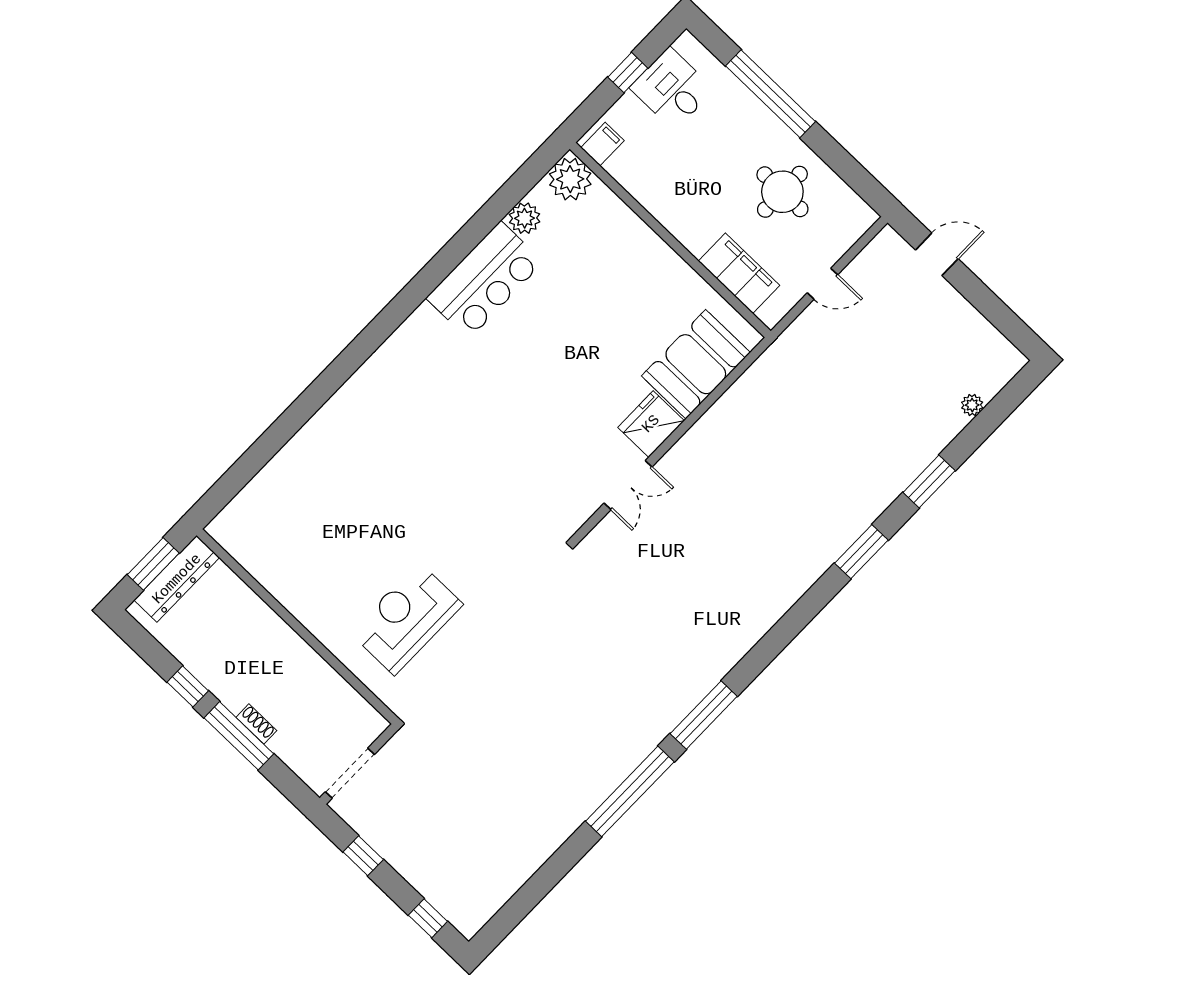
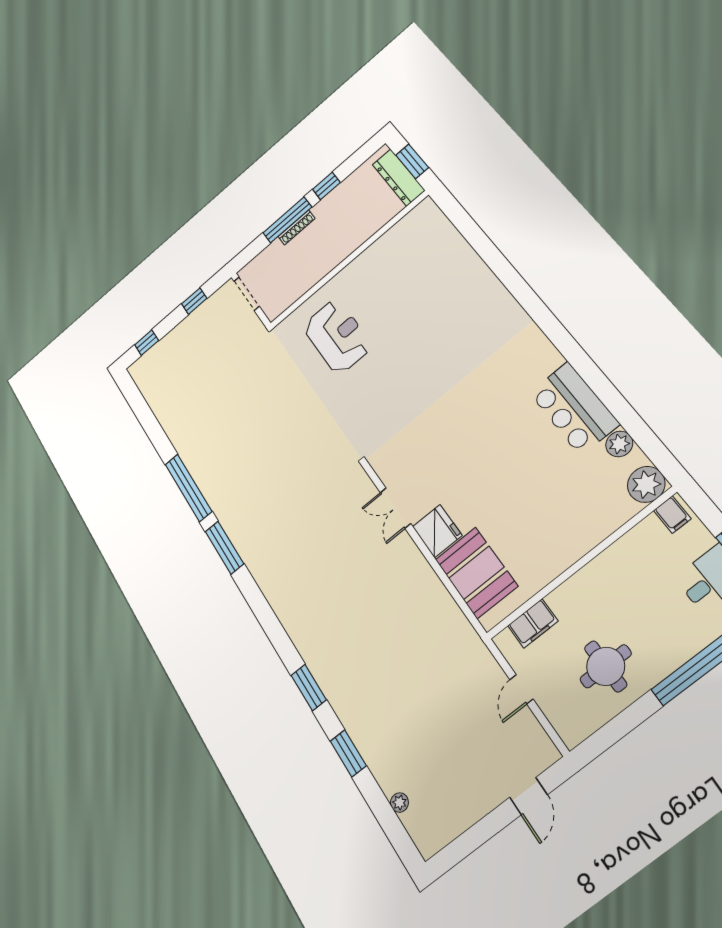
filing cabinet: (739, 273) -> (533, 623), width x0.67, depth x0.86
shoe rack: (256, 724) -> (297, 228), width x1.43

